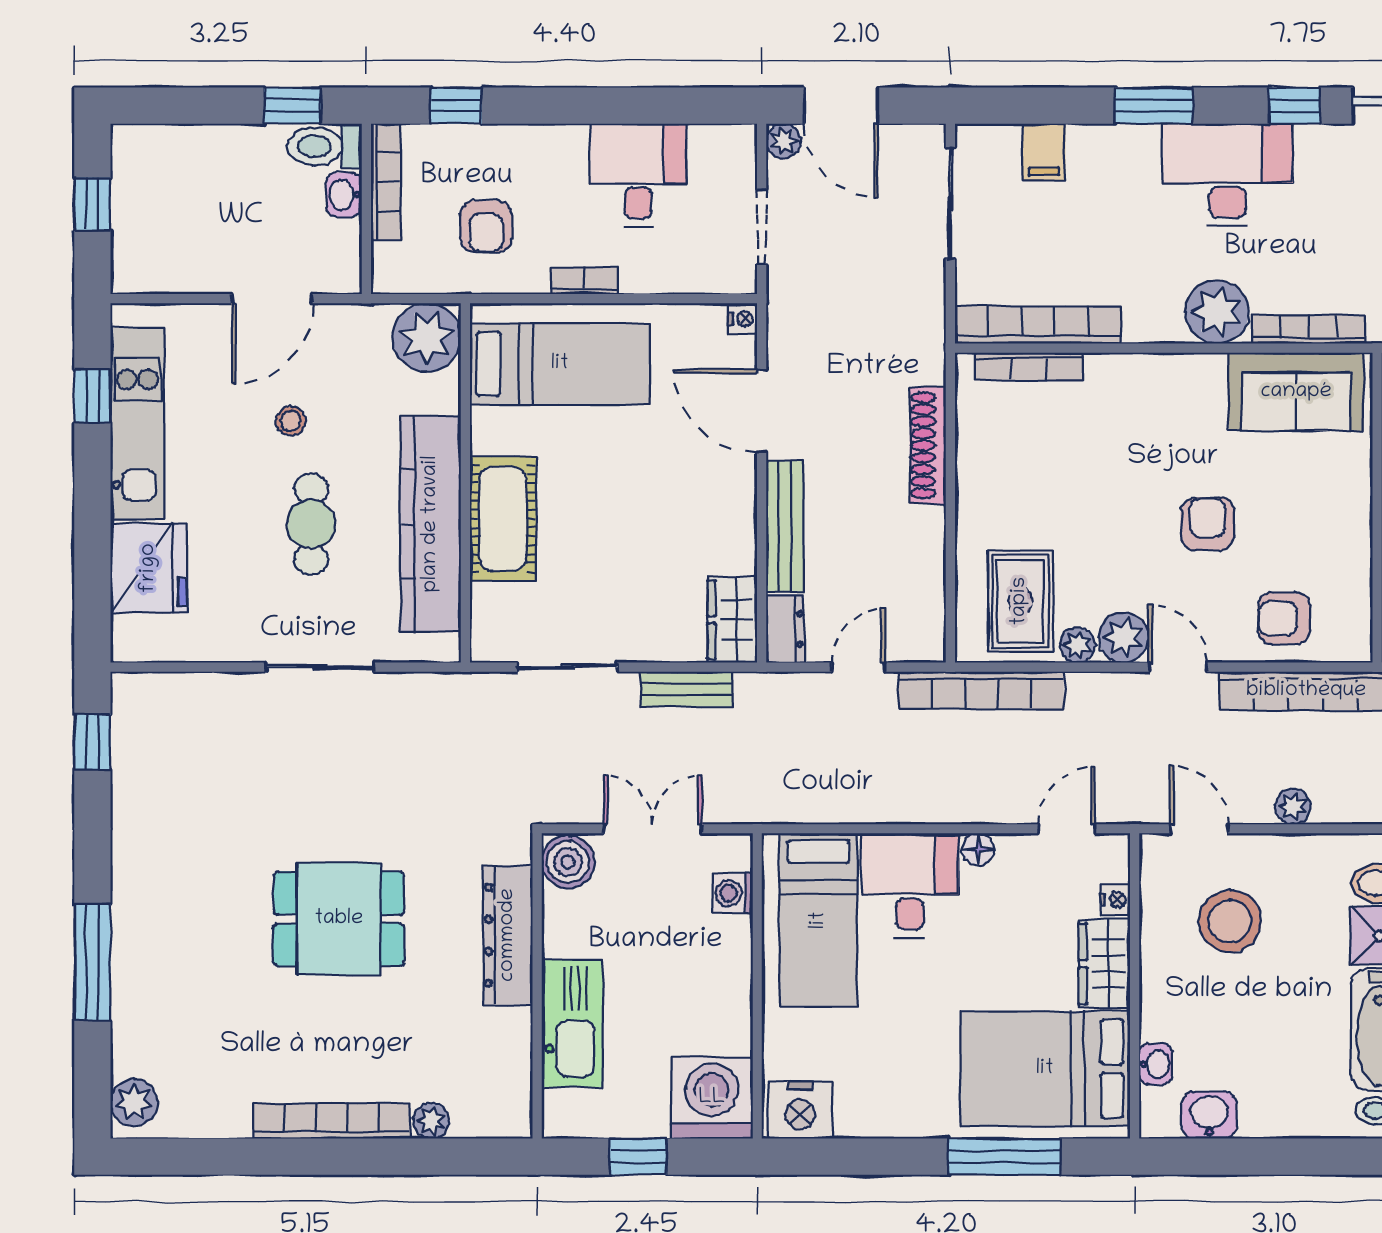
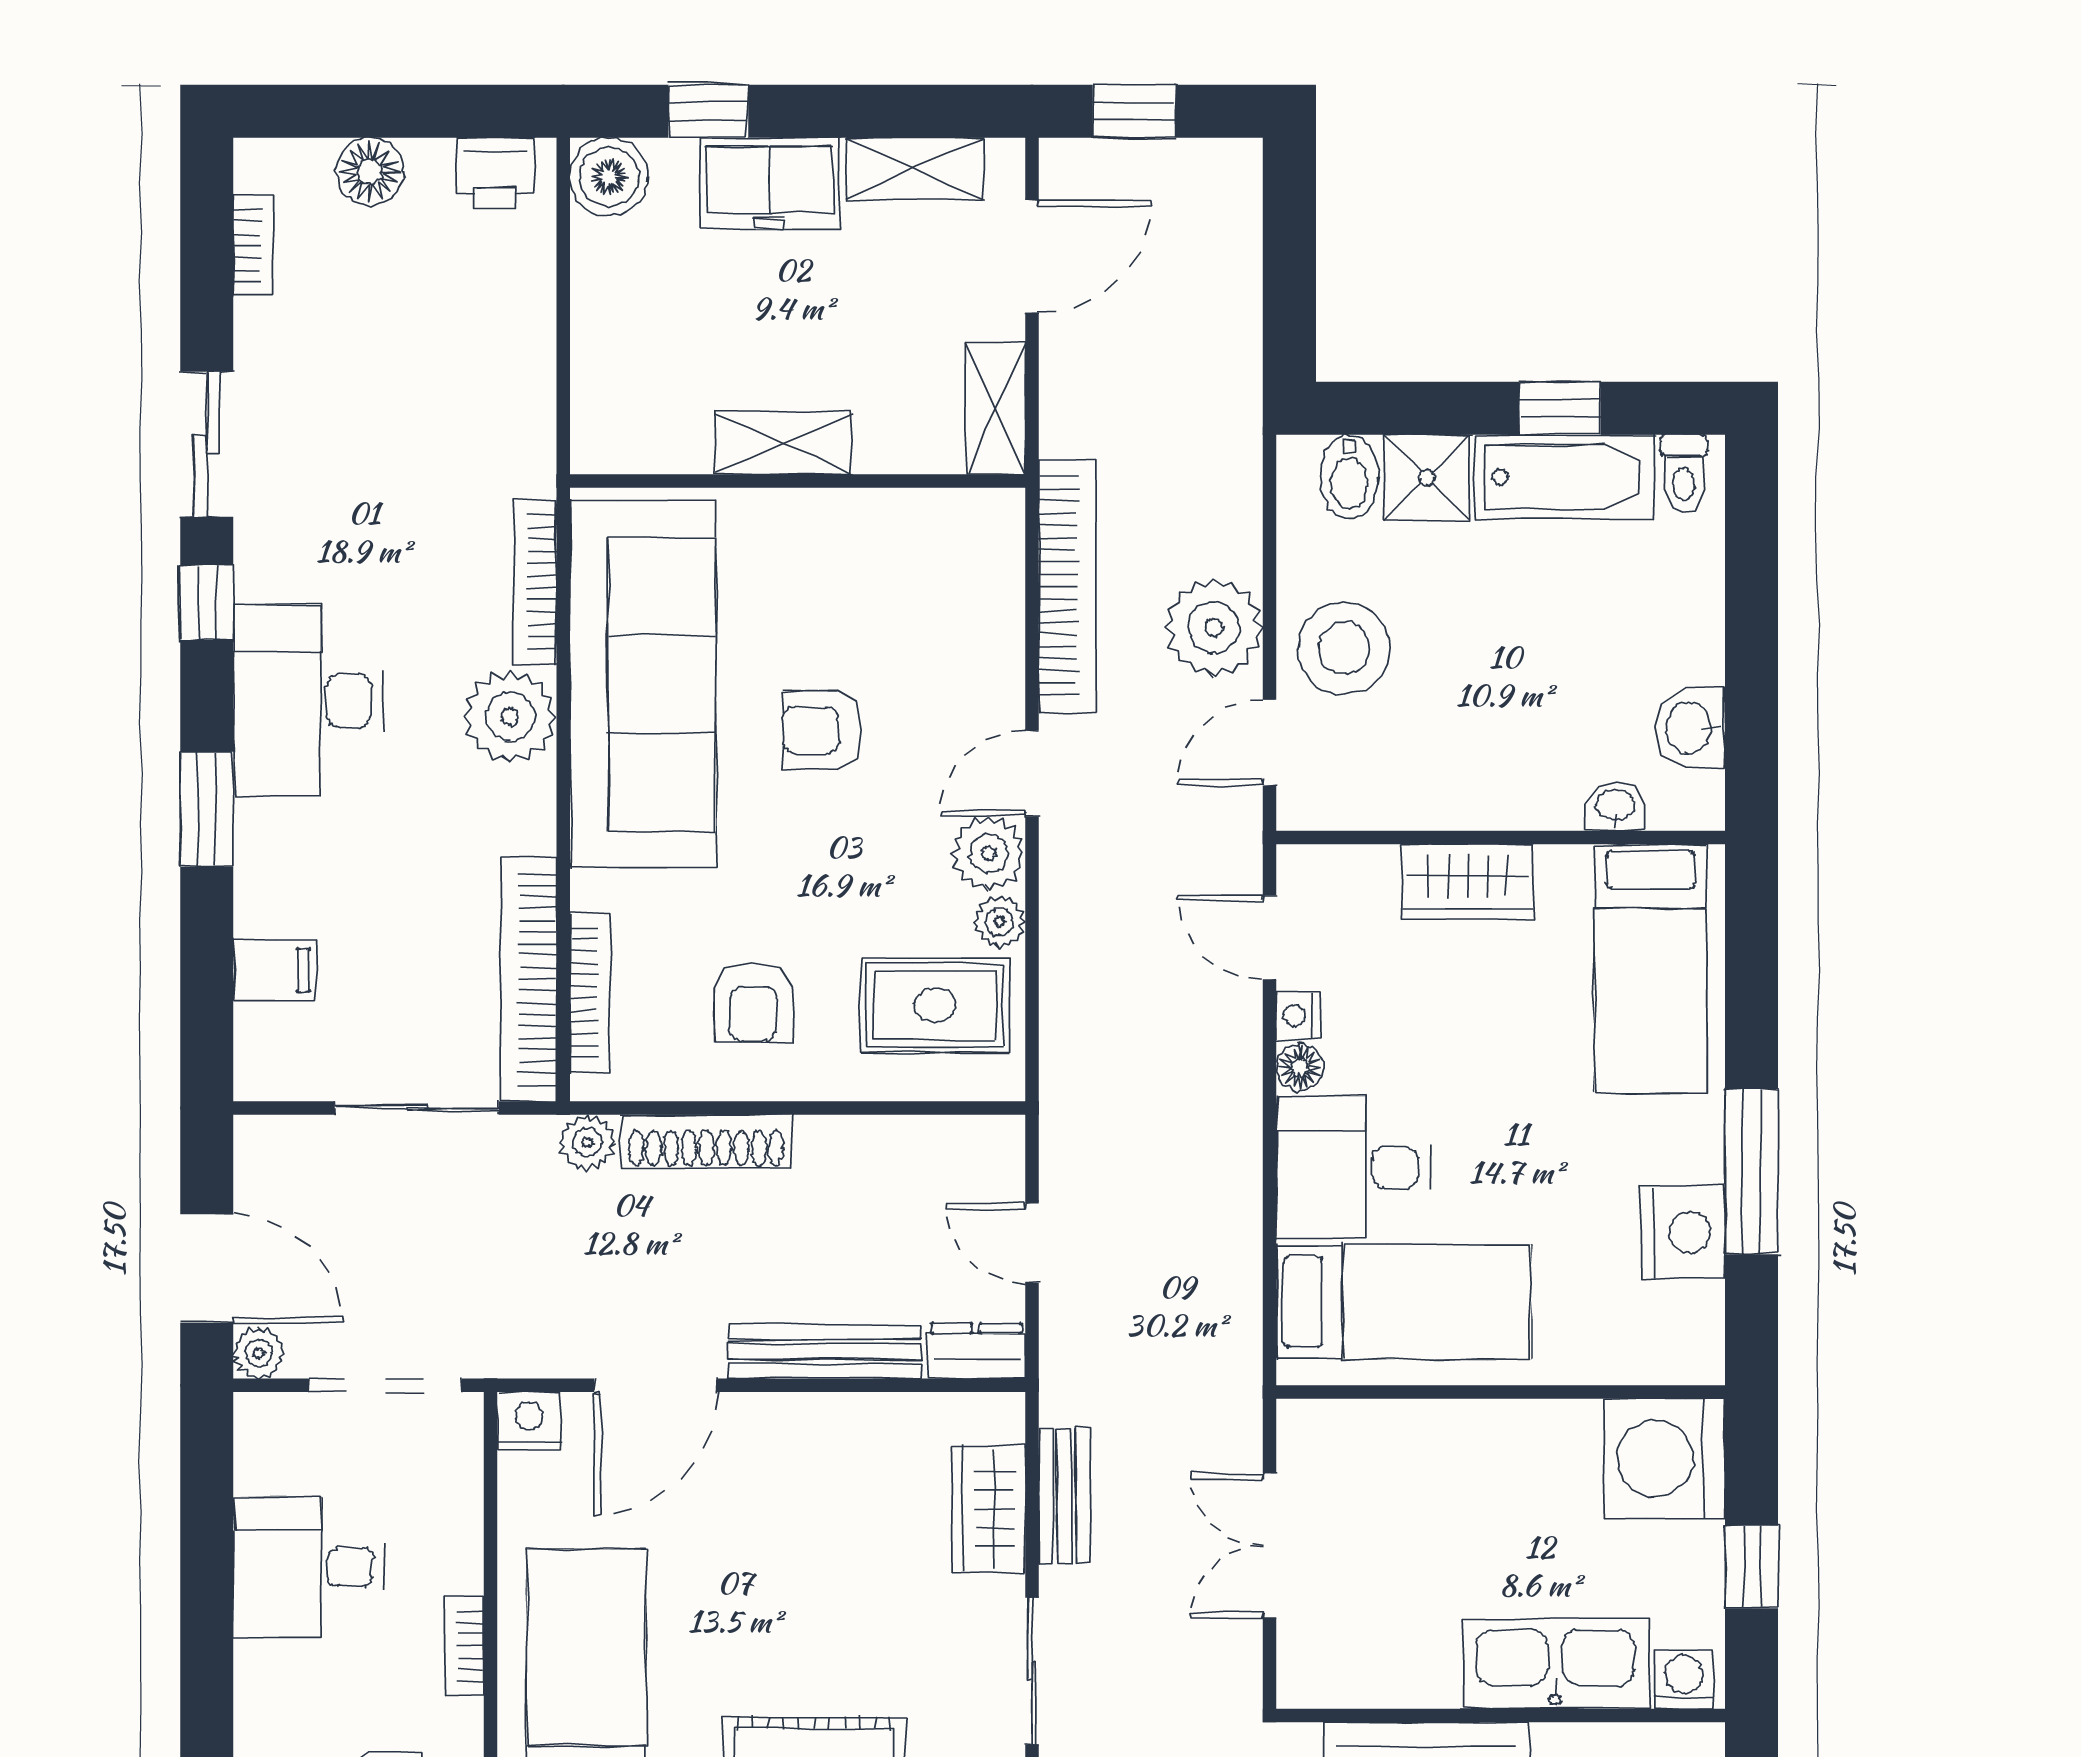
door: (841, 106) -> (207, 1268), hinge flipped
sliding door: (950, 203) -> (417, 1108), moved
doorway: (762, 227) -> (385, 1385), width x1.38
nightstand: (743, 319) -> (529, 1421), width x1.39, depth x1.35
plant: (927, 365) -> (587, 1142), added
sofa: (1296, 392) -> (643, 684), width x1.85, depth x1.27
armchair: (1284, 618) -> (753, 1003), moved
wardrobe: (732, 620) -> (989, 1509), moved, turned 90
bookcase: (981, 690) -> (1066, 1063), removed
plant: (1293, 806) -> (1214, 628), width x1.88, depth x1.88
boiler: (568, 862) -> (1318, 1670), removed
washing machine: (733, 893) -> (1684, 1679), moved, turned 180
nightstand: (1115, 900) -> (1298, 1015), moved, turned -90
stool: (1230, 921) -> (1344, 648), moved
bed: (1045, 1069) -> (1650, 968), width x0.67
nightstand: (800, 1110) -> (1683, 1232), moved
window: (1004, 1157) -> (1751, 1172), moved

